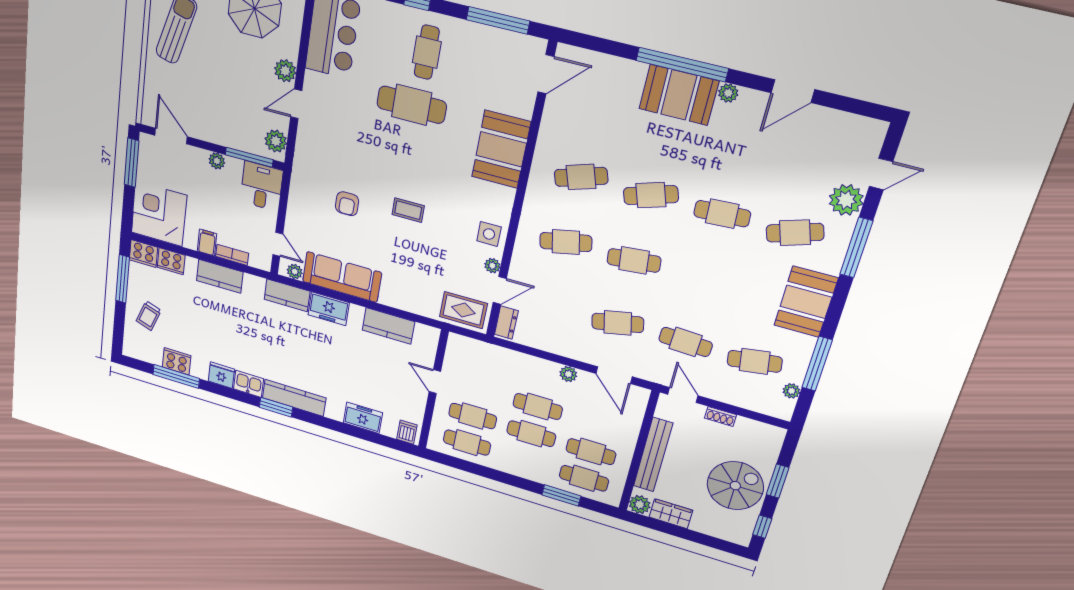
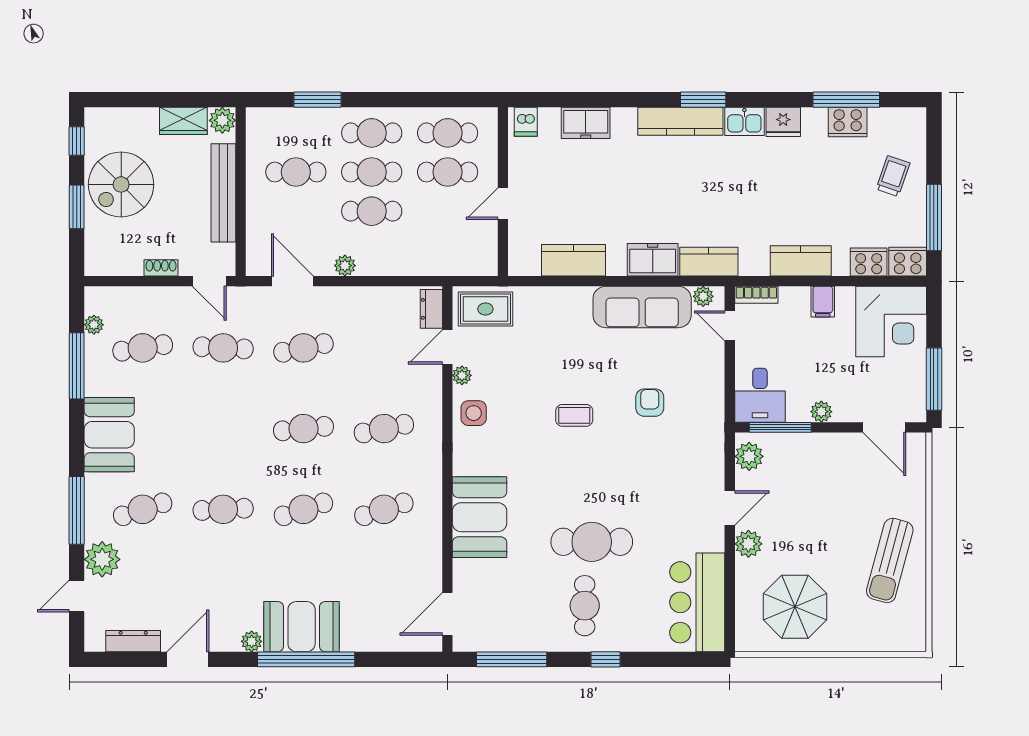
dresser: (840, 120) -> (133, 641), added
bookcase: (232, 255) -> (756, 295), moved
door: (435, 382) -> (503, 204), swing flipped
cafe table: (584, 478) -> (372, 133), moved

